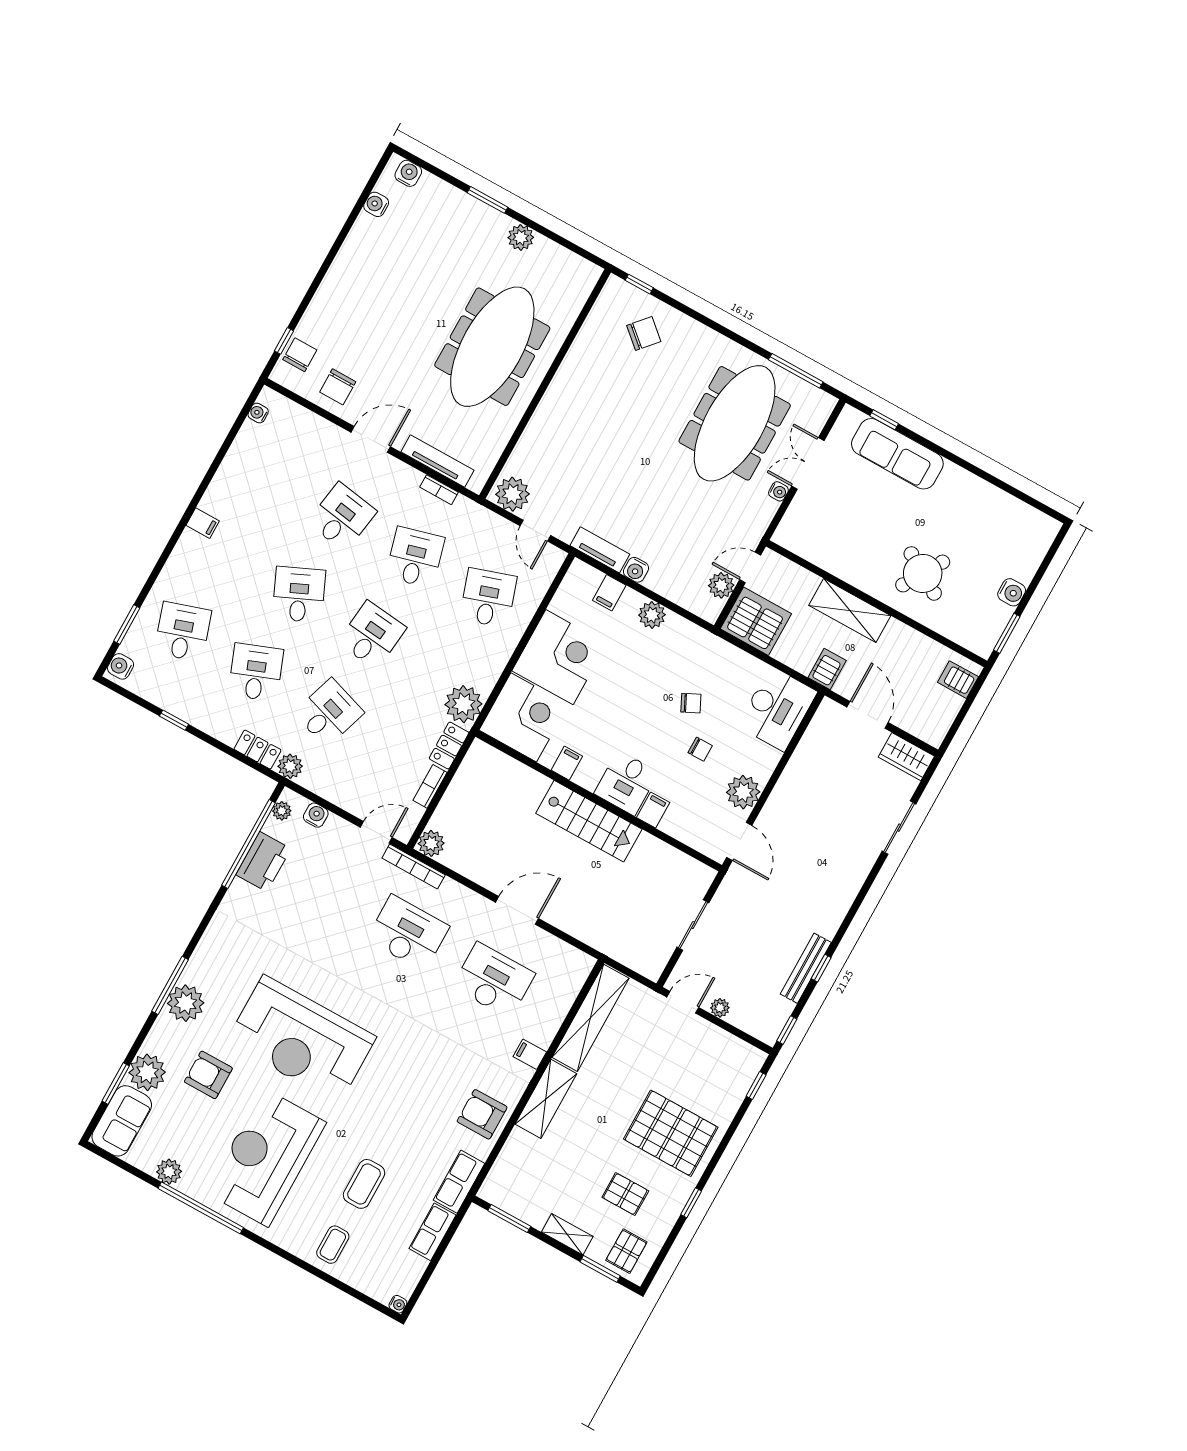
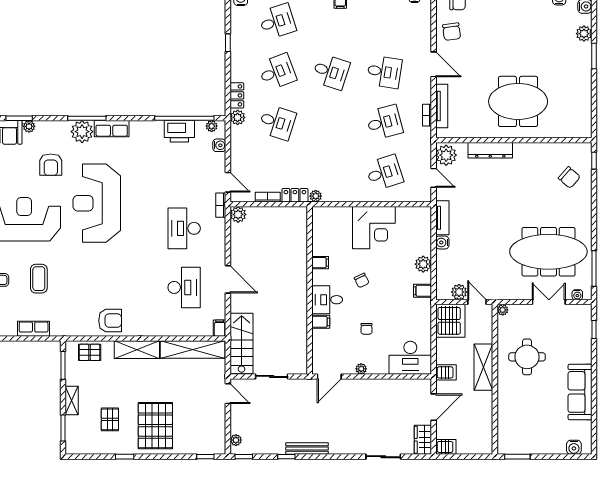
plant: (521, 237) -> (584, 34), moved
meeting table: (492, 347) -> (518, 101), width x0.73
chair: (338, 387) -> (452, 32), turned -98
dresser: (541, 426) -> (490, 150), added
sofa: (897, 454) -> (580, 392), moved
water cooler: (778, 491) -> (577, 295), moved
door: (535, 531) -> (434, 178), swing flipped
plant: (782, 537) -> (503, 310), added
round table: (923, 573) -> (527, 357), moved, turned -31
water cooler: (1012, 592) -> (574, 447), moved
filing cabinet: (609, 593) -> (422, 291), moved
desk: (299, 595) -> (331, 72), turned 42
desk: (372, 635) -> (331, 122), removed
server rack: (958, 680) -> (446, 447), moved, turned 90
chair: (691, 703) -> (362, 280), moved
plant: (463, 704) -> (316, 196), width x0.53, depth x0.53
corner desk: (524, 717) -> (332, 226), removed
plant: (743, 792) -> (361, 369), width x0.53, depth x0.53
stairs: (589, 821) -> (242, 344), moved, turned 180
bookcase: (414, 866) -> (221, 205), width x0.64
desk: (408, 933) -> (184, 228), turned 180
bench: (806, 968) -> (307, 449), moved
plant: (720, 1008) -> (236, 440), moved
filing cabinet: (530, 1054) -> (220, 328), moved
plant: (147, 1072) -> (29, 126), width x0.53, depth x0.53
armchair: (208, 1075) -> (51, 165), turned 180
armchair: (482, 1114) -> (110, 321), turned 90
row of seats: (459, 1182) -> (112, 129), moved, turned 180
coffee table: (364, 1184) -> (39, 279), turned 90
pallet: (626, 1251) -> (90, 352), moved

